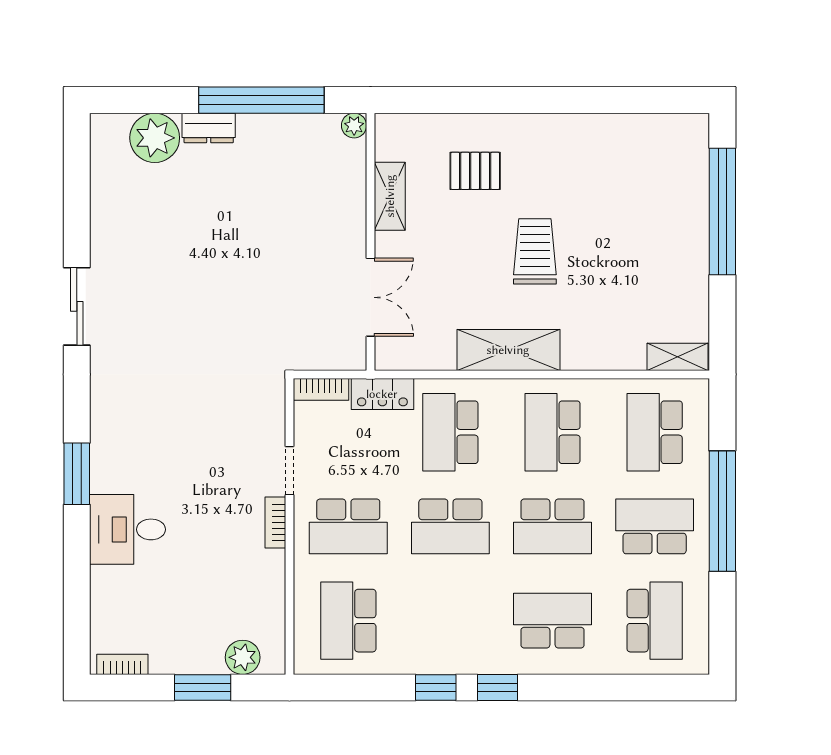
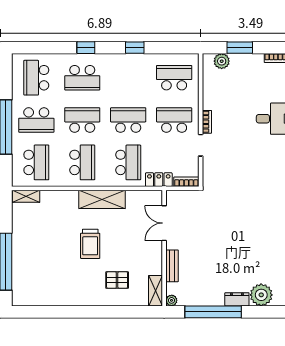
shelving: (390, 196) -> (155, 291), moved
bench: (353, 202) -> (172, 266), added
school desk: (348, 621) -> (174, 78), turned -90
window: (498, 687) -> (86, 48), moved

